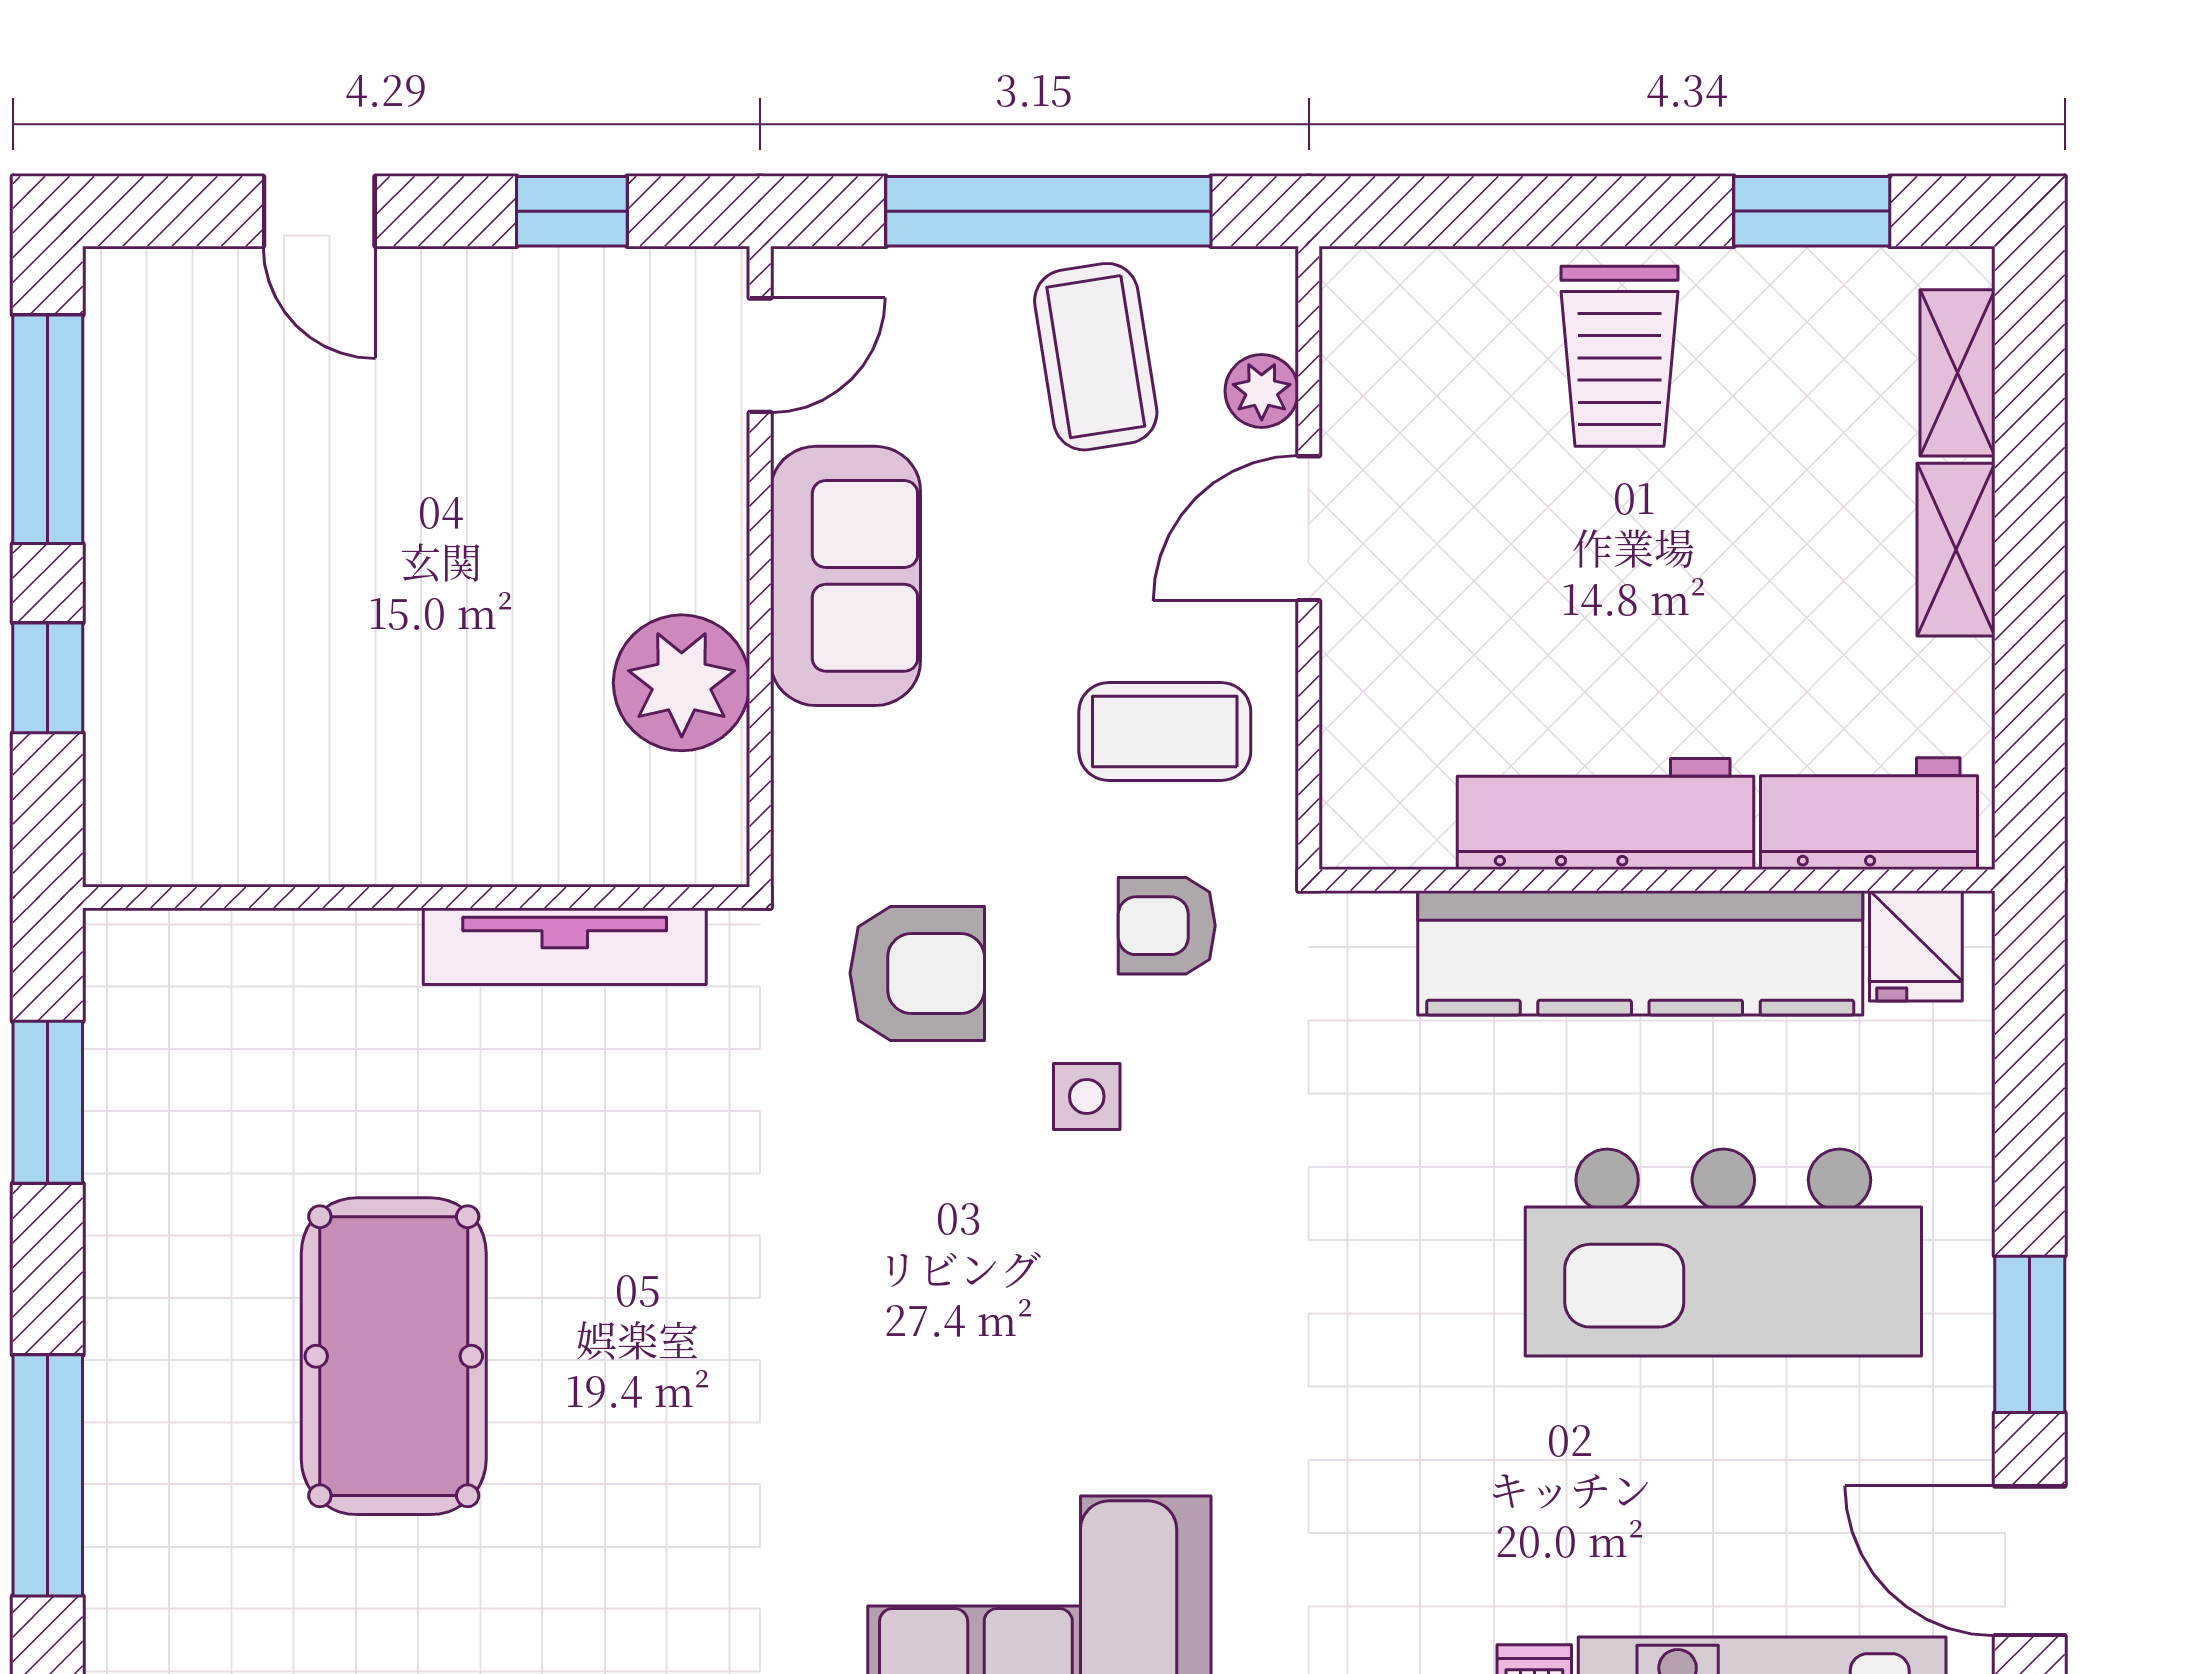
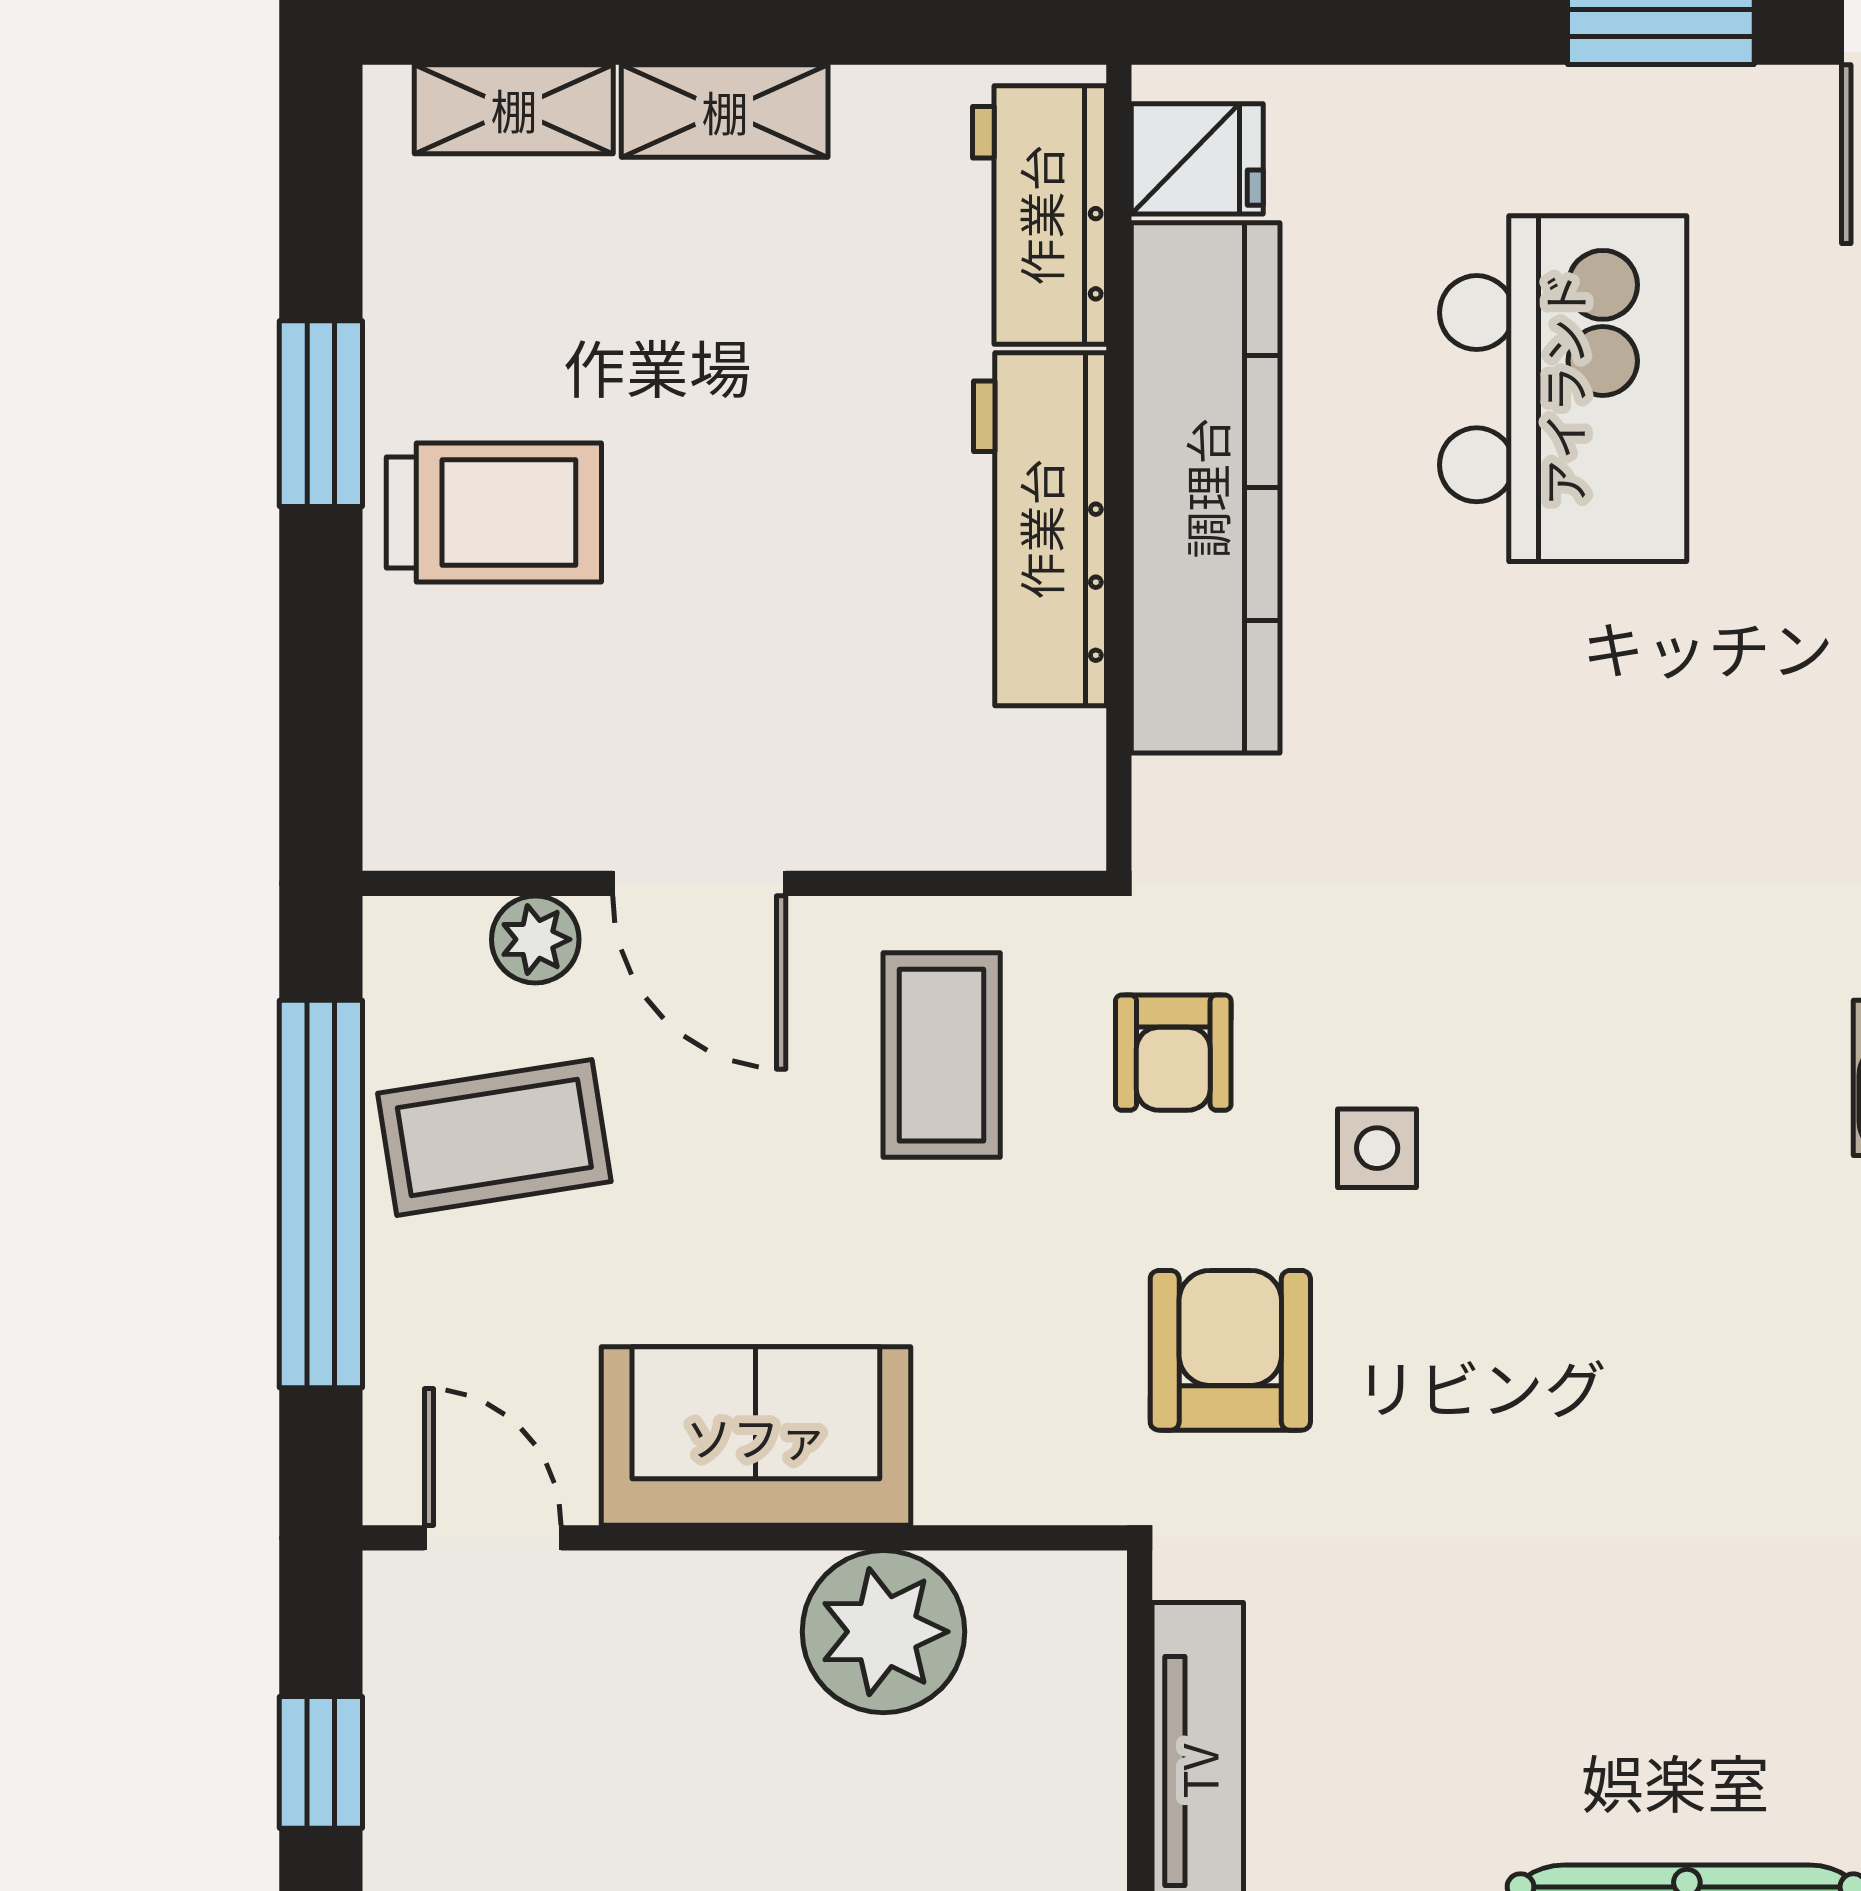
window: (1812, 211) -> (321, 414), moved
kitchen island: (1723, 1252) -> (1563, 389), width x0.73

